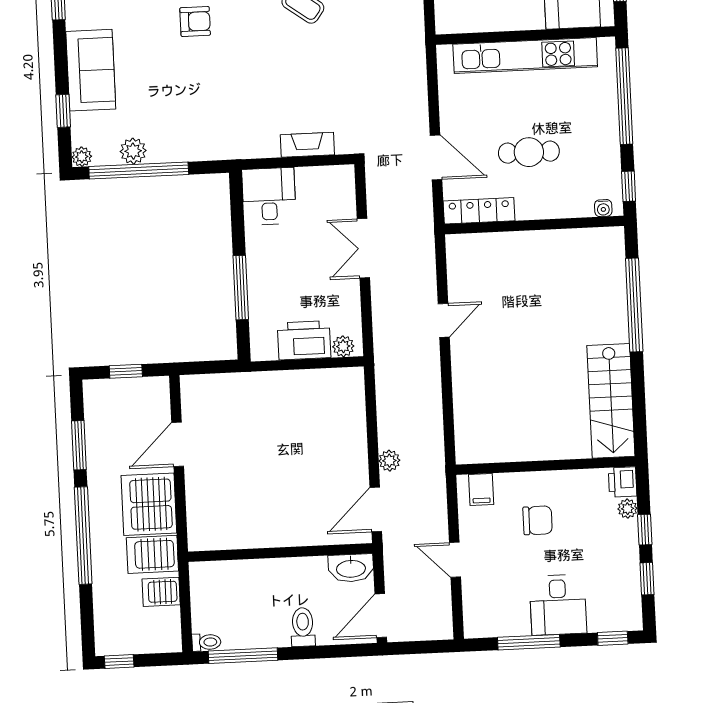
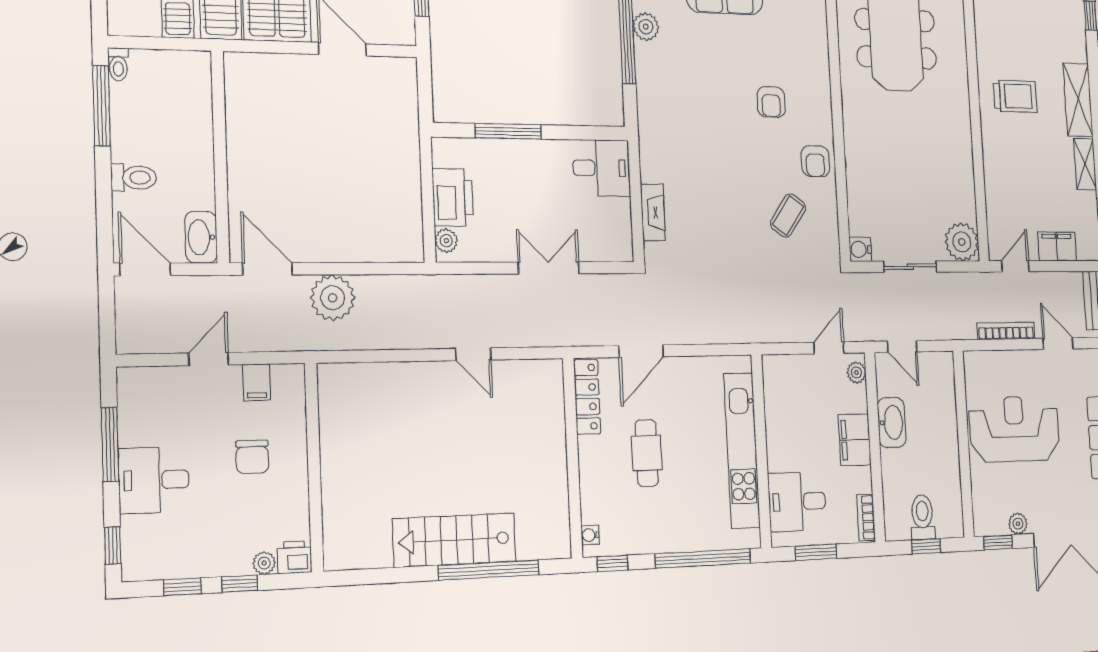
stairs: (611, 401) -> (455, 540), moved
plant: (389, 461) -> (333, 298), width x1.87, depth x1.87
filing cabinet: (481, 490) -> (257, 382), moved, turned -90

